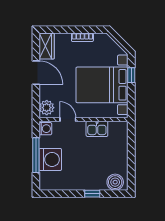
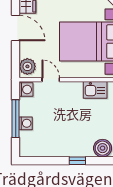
kitchen sink: (97, 129) -> (95, 90), moved
washing machine: (50, 159) -> (26, 123), width x0.53, depth x0.53

